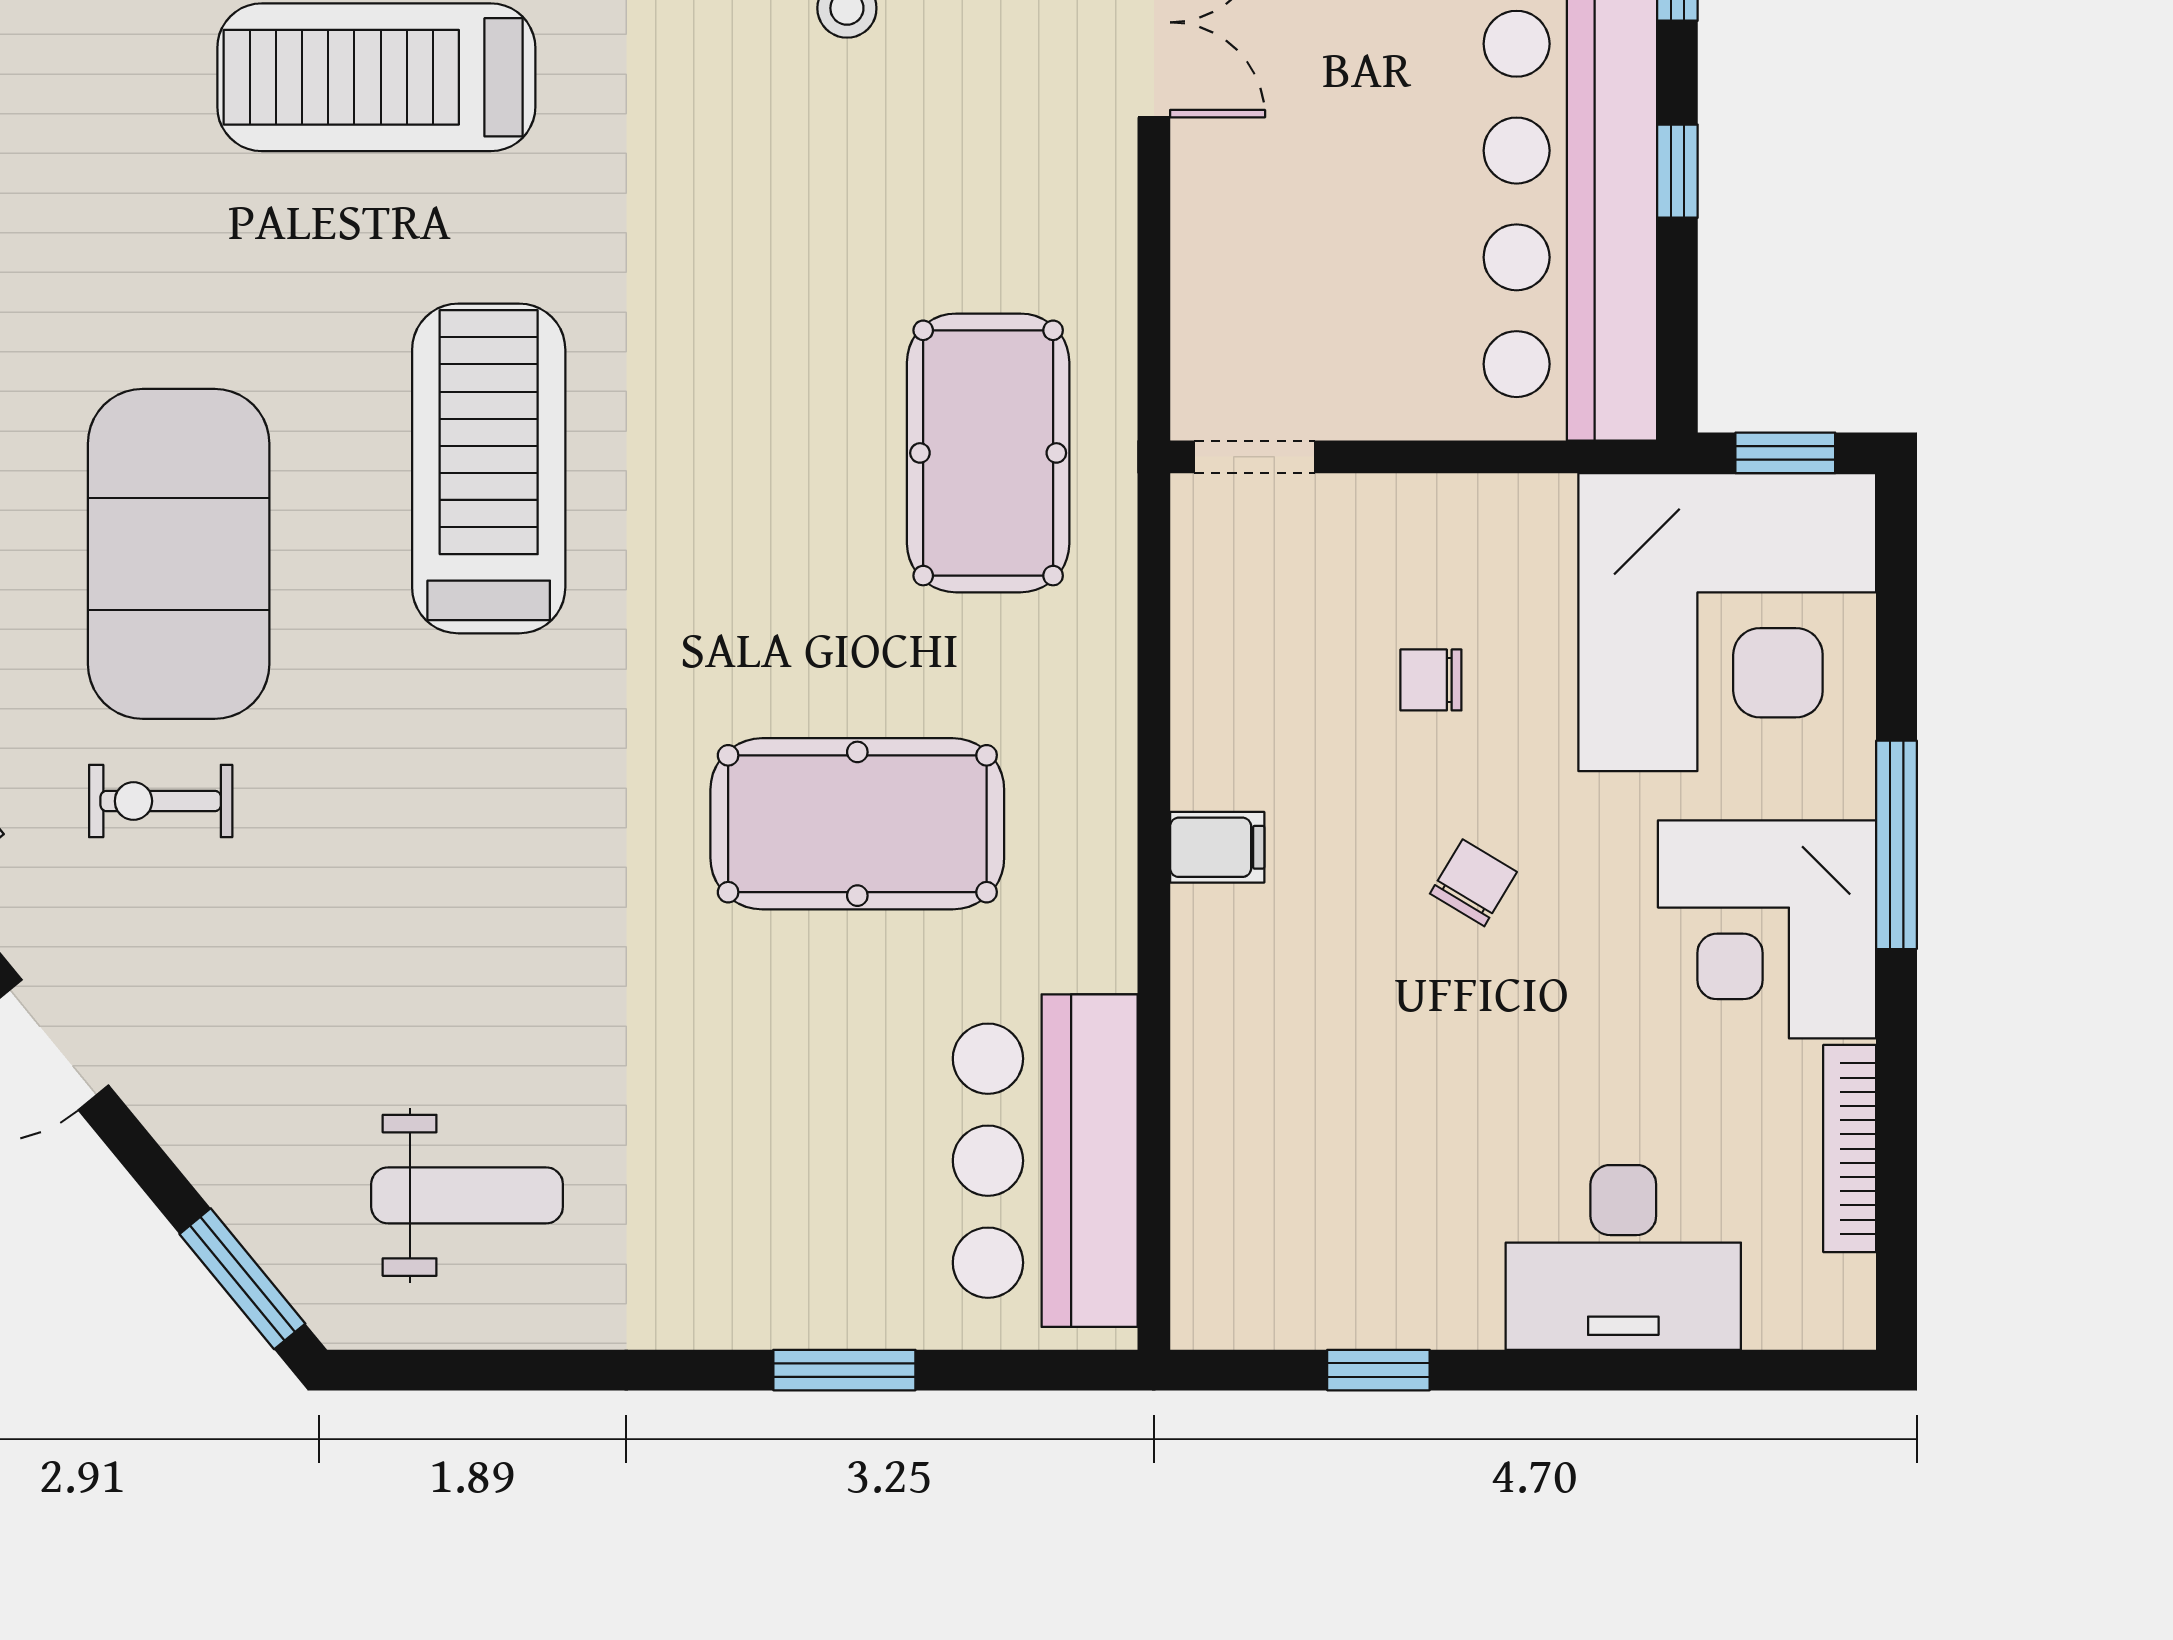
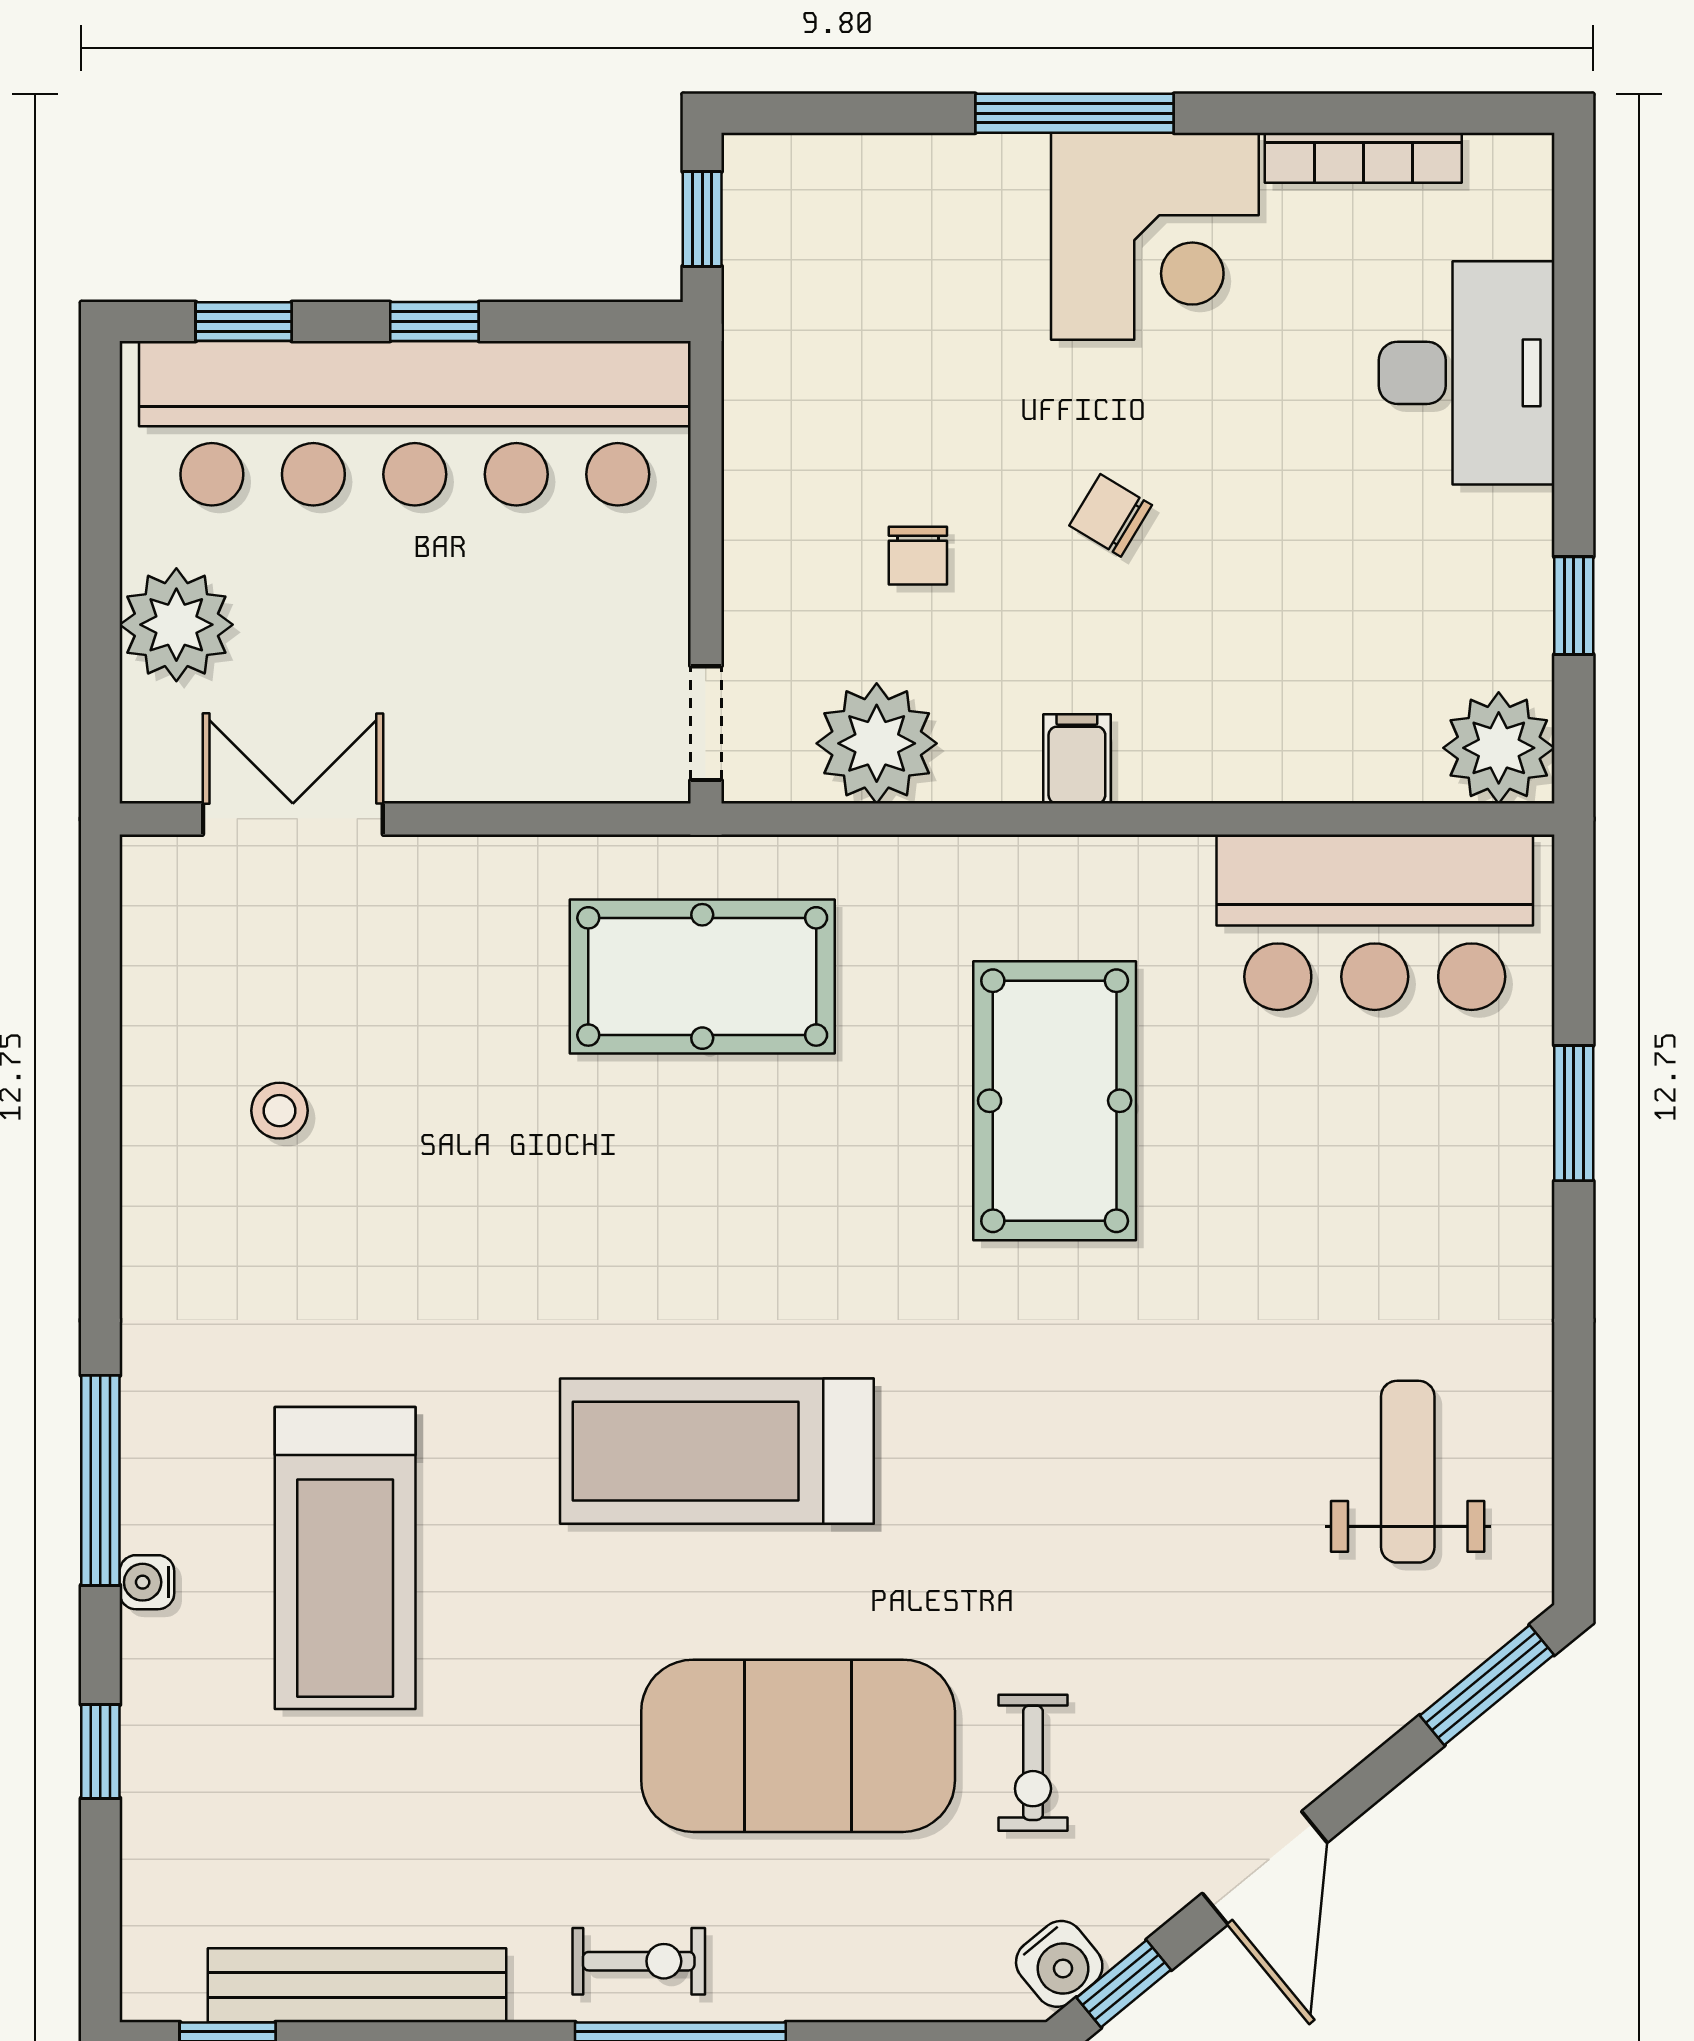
corner desk: (1727, 622) -> (863, 274), removed
plant: (1233, 637) -> (877, 743), added
plant: (1229, 1291) -> (1499, 748), added

